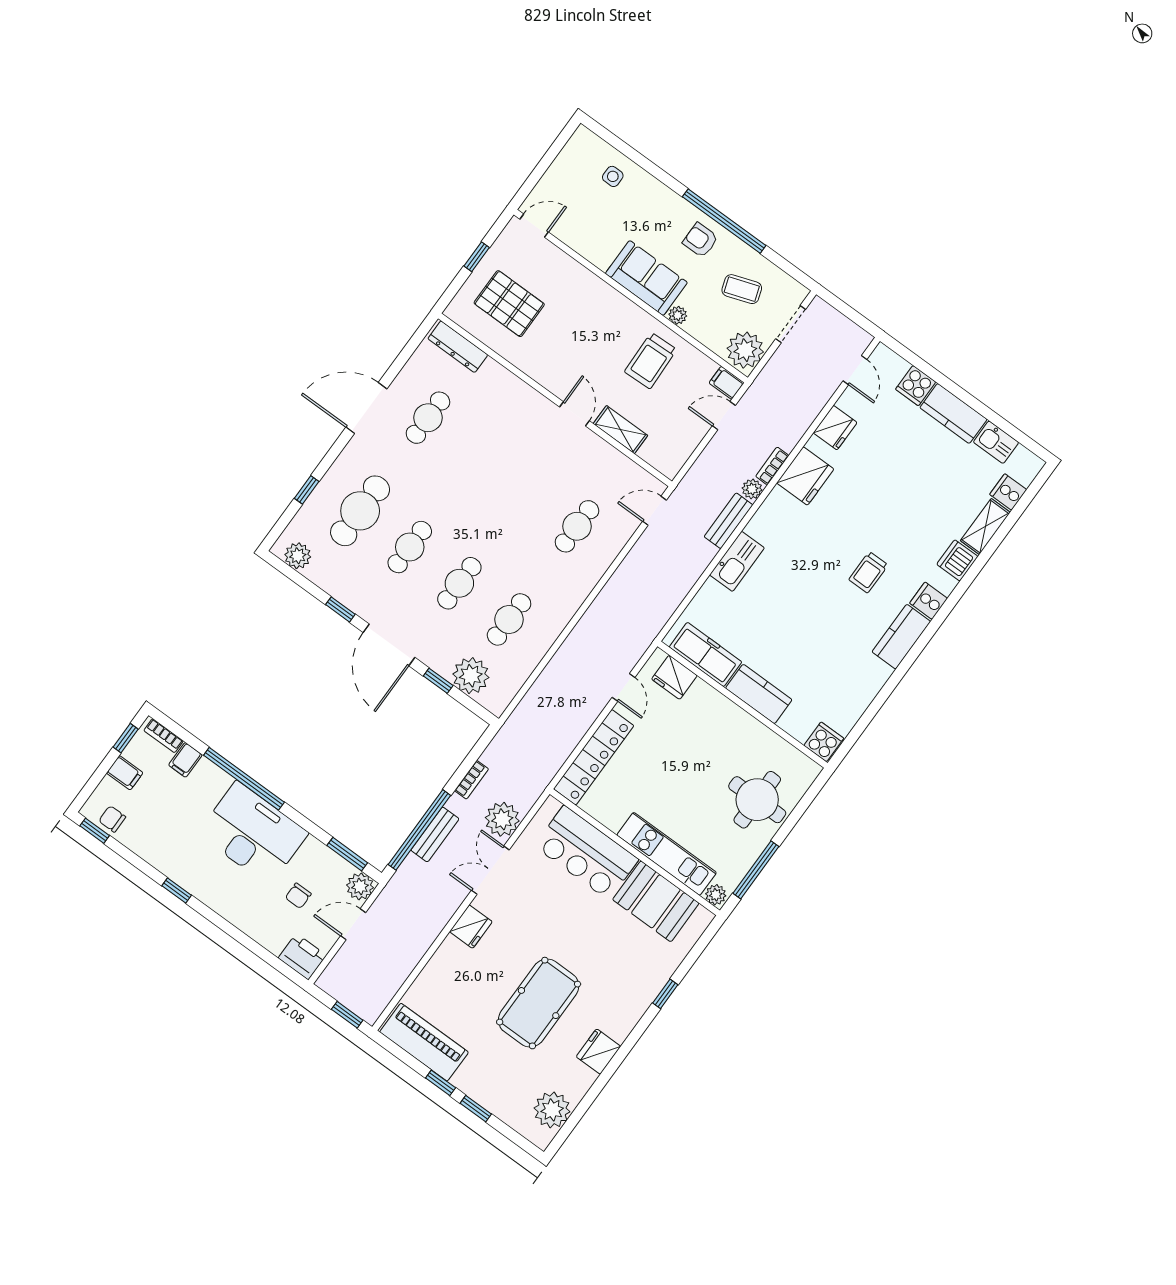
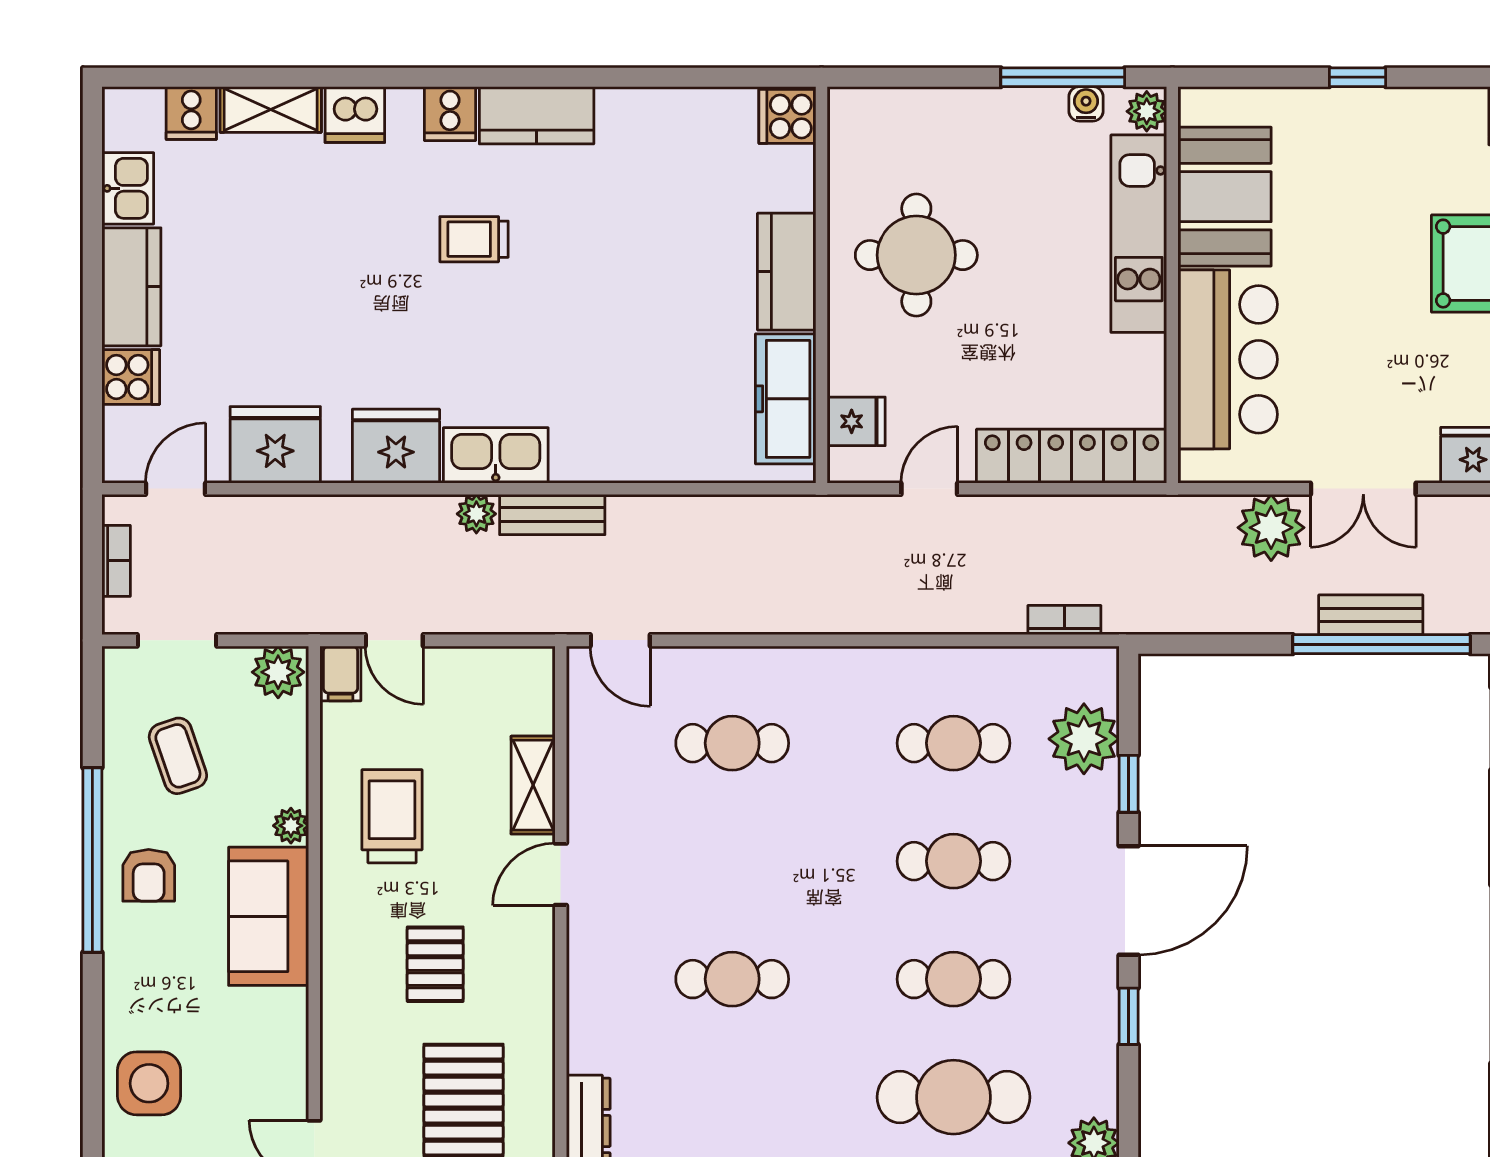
side table: (613, 176) -> (149, 1083), width x1.87, depth x1.87
pallet: (575, 333) -> (435, 964), added
plant: (745, 350) -> (278, 672), width x0.73, depth x0.73
trolley: (651, 361) -> (392, 816), turned -88
cafe table: (428, 418) -> (732, 979), moved
fridge: (835, 428) -> (275, 445), width x1.36, depth x1.34
bookcase: (772, 466) -> (116, 561), moved, turned -90
kitchen sink: (737, 561) -> (496, 455), moved
trolley: (868, 572) -> (474, 239), turned 180
fridge: (674, 677) -> (856, 421), width x0.72
bookcase: (472, 780) -> (1064, 620), moved
round table: (757, 800) -> (916, 255), moved
water cooler: (737, 871) -> (1086, 104), added

